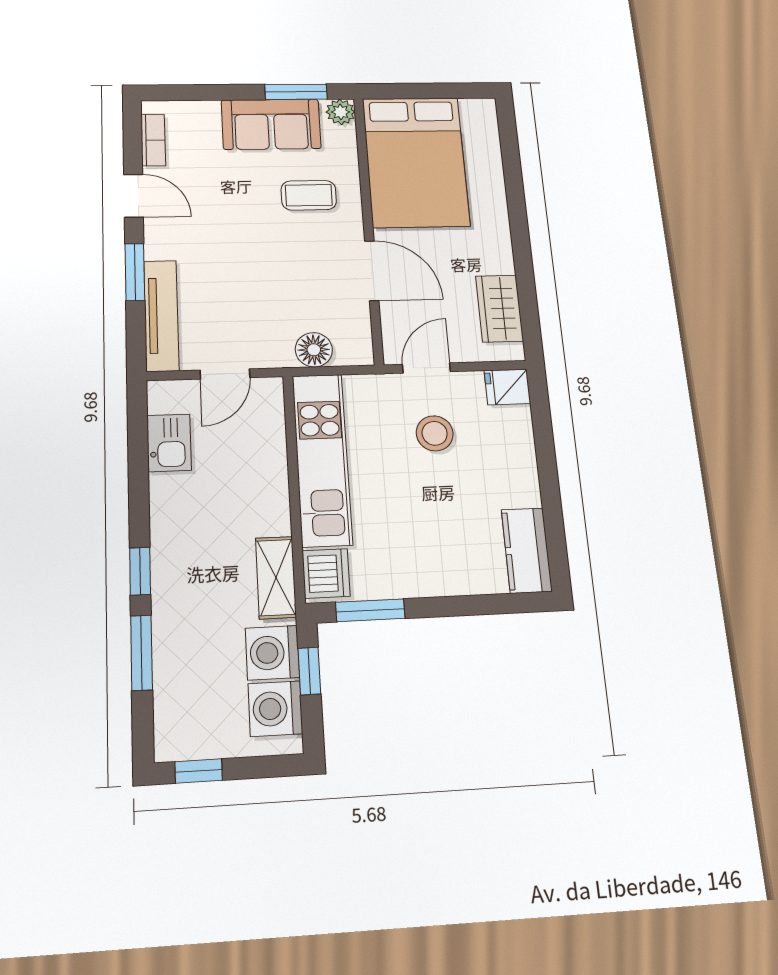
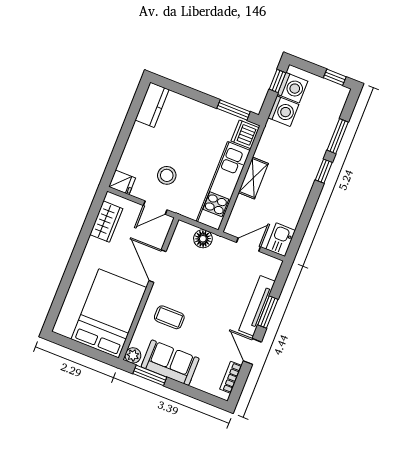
tv unit: (161, 315) -> (257, 306), moved
kitchen sink: (169, 443) -> (281, 240), moved
shelving: (276, 577) -> (253, 178), moved
window: (309, 671) -> (277, 81), moved

